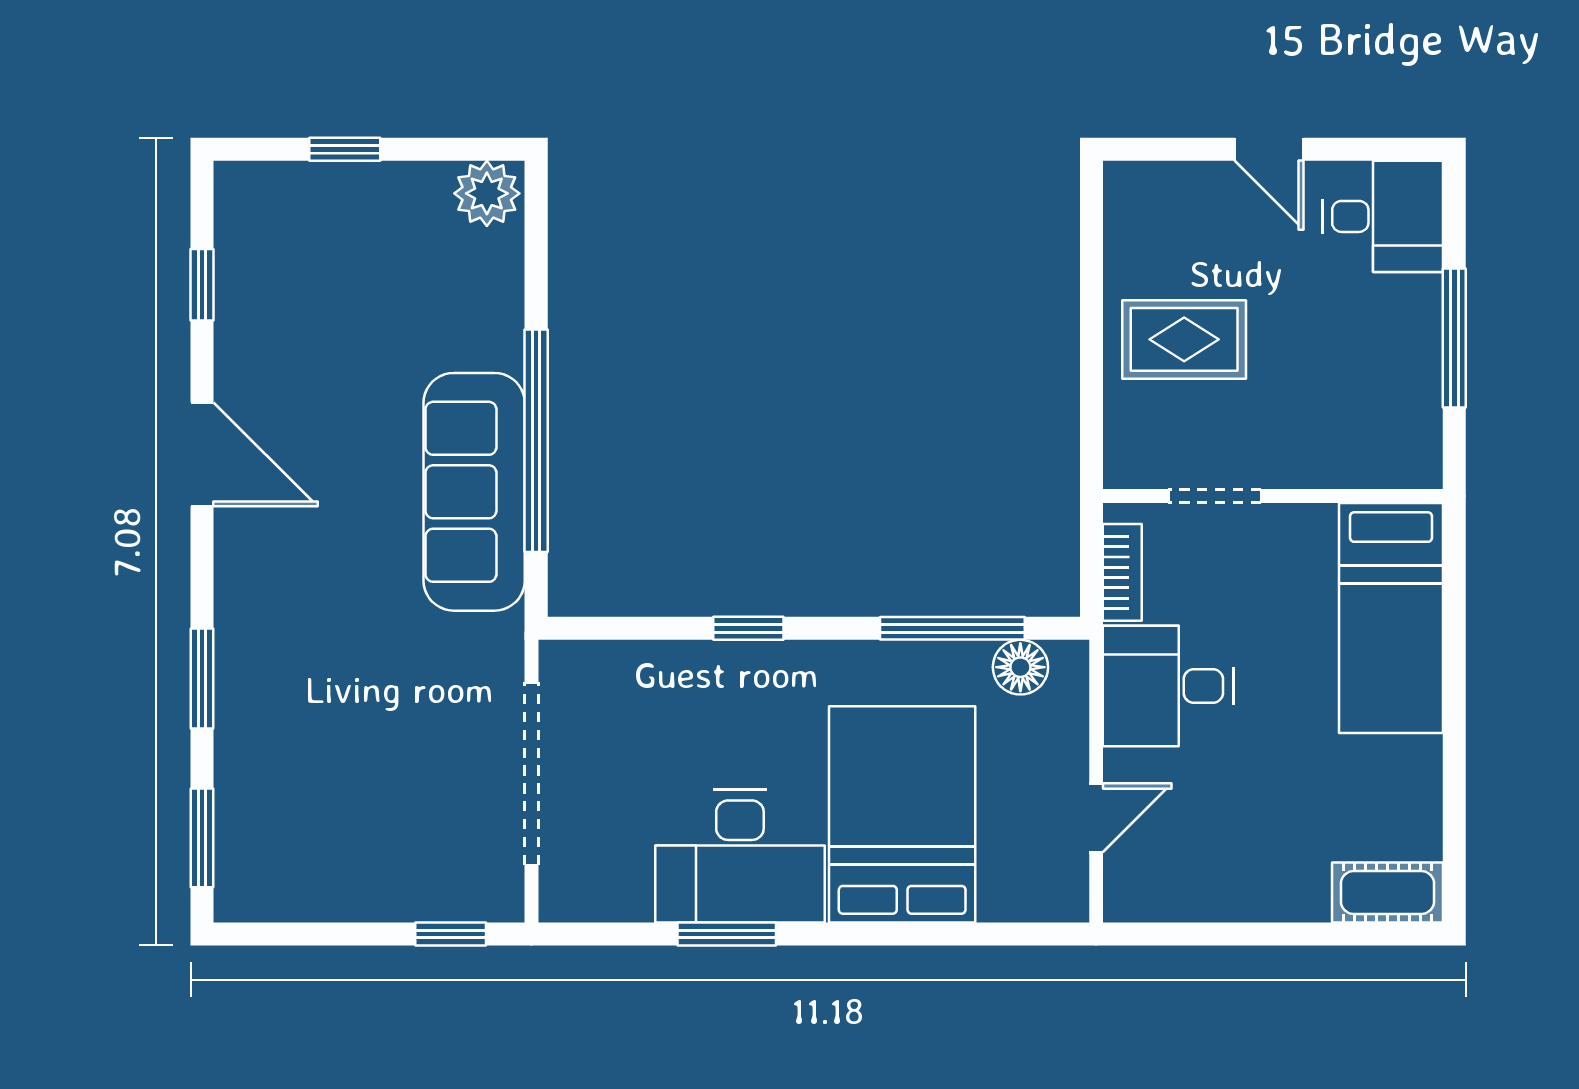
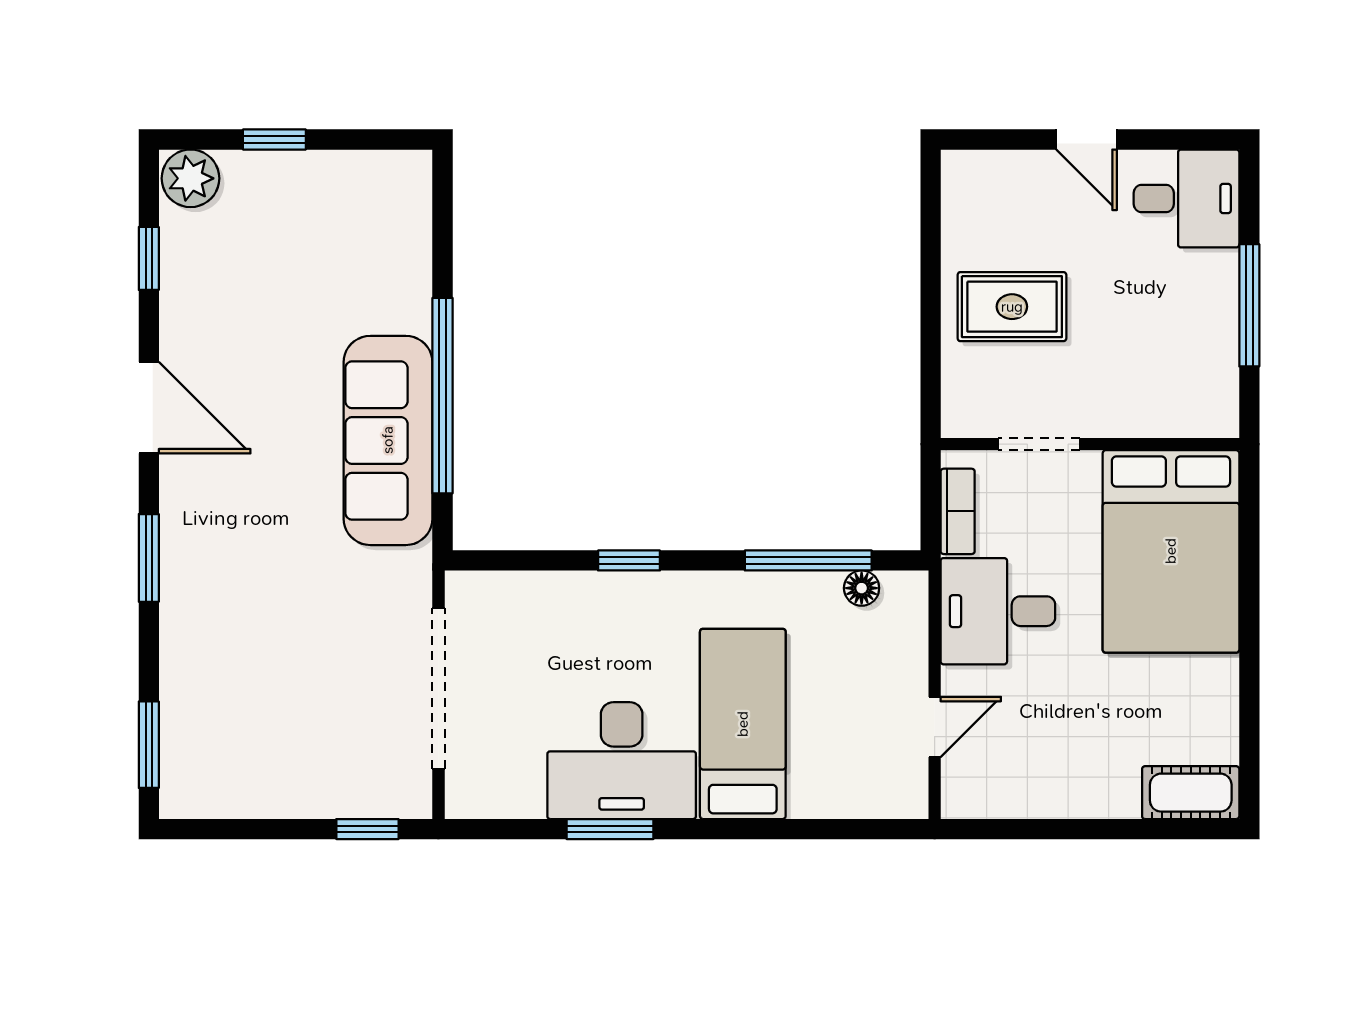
plant: (487, 193) -> (191, 178), moved
bed: (1391, 618) -> (1171, 551), width x1.50
floor lamp: (1020, 667) -> (862, 588), width x0.73, depth x0.73
window: (202, 678) -> (149, 558), moved
bed: (902, 814) -> (743, 724), width x0.67

